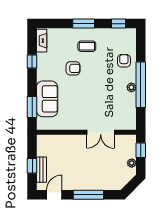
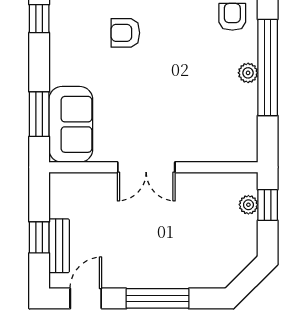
armchair: (73, 68) -> (125, 33), turned 180
sofa: (47, 99) -> (71, 124), moved
double door: (101, 132) -> (146, 167), moved
plant: (132, 163) -> (248, 205), moved

